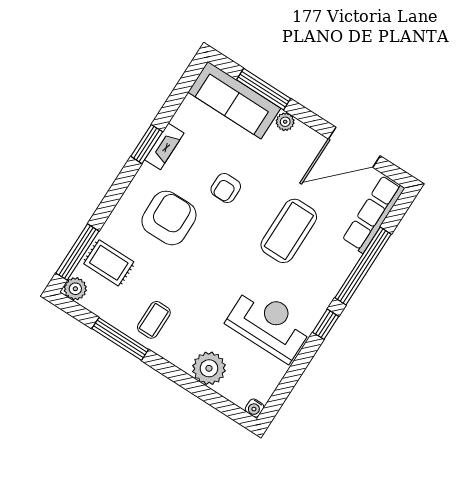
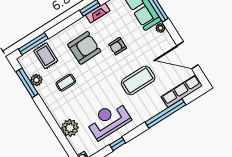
plant: (75, 289) -> (36, 80), moved
coffee table: (154, 320) -> (66, 83), moved
reception desk: (269, 324) -> (108, 120), turned -90
window: (326, 324) -> (118, 144), moved
window: (120, 339) -> (27, 83), moved

